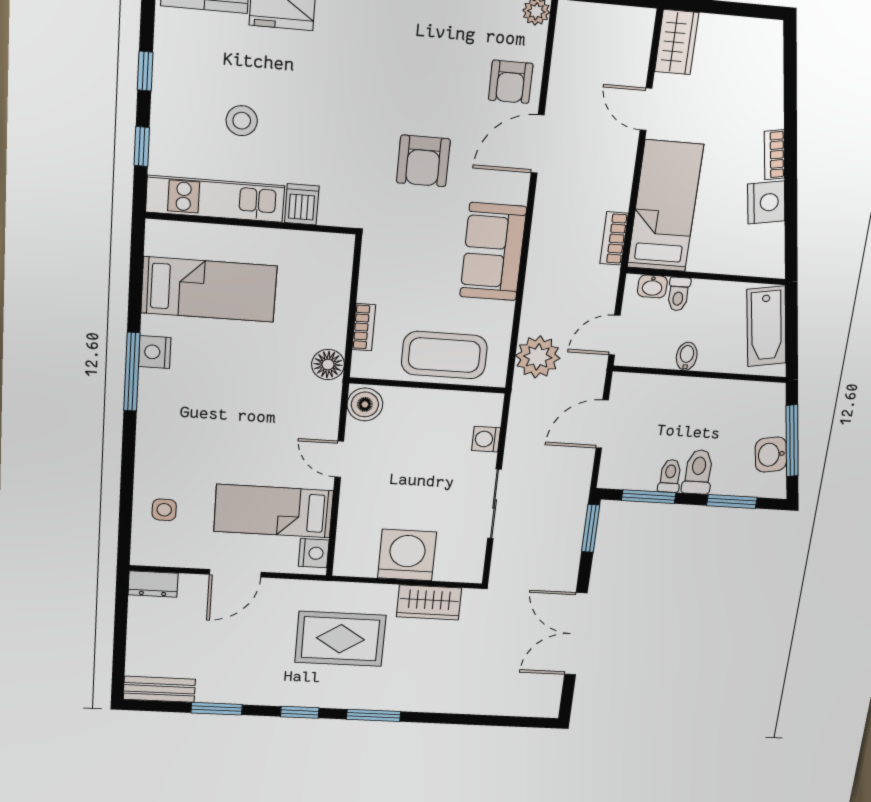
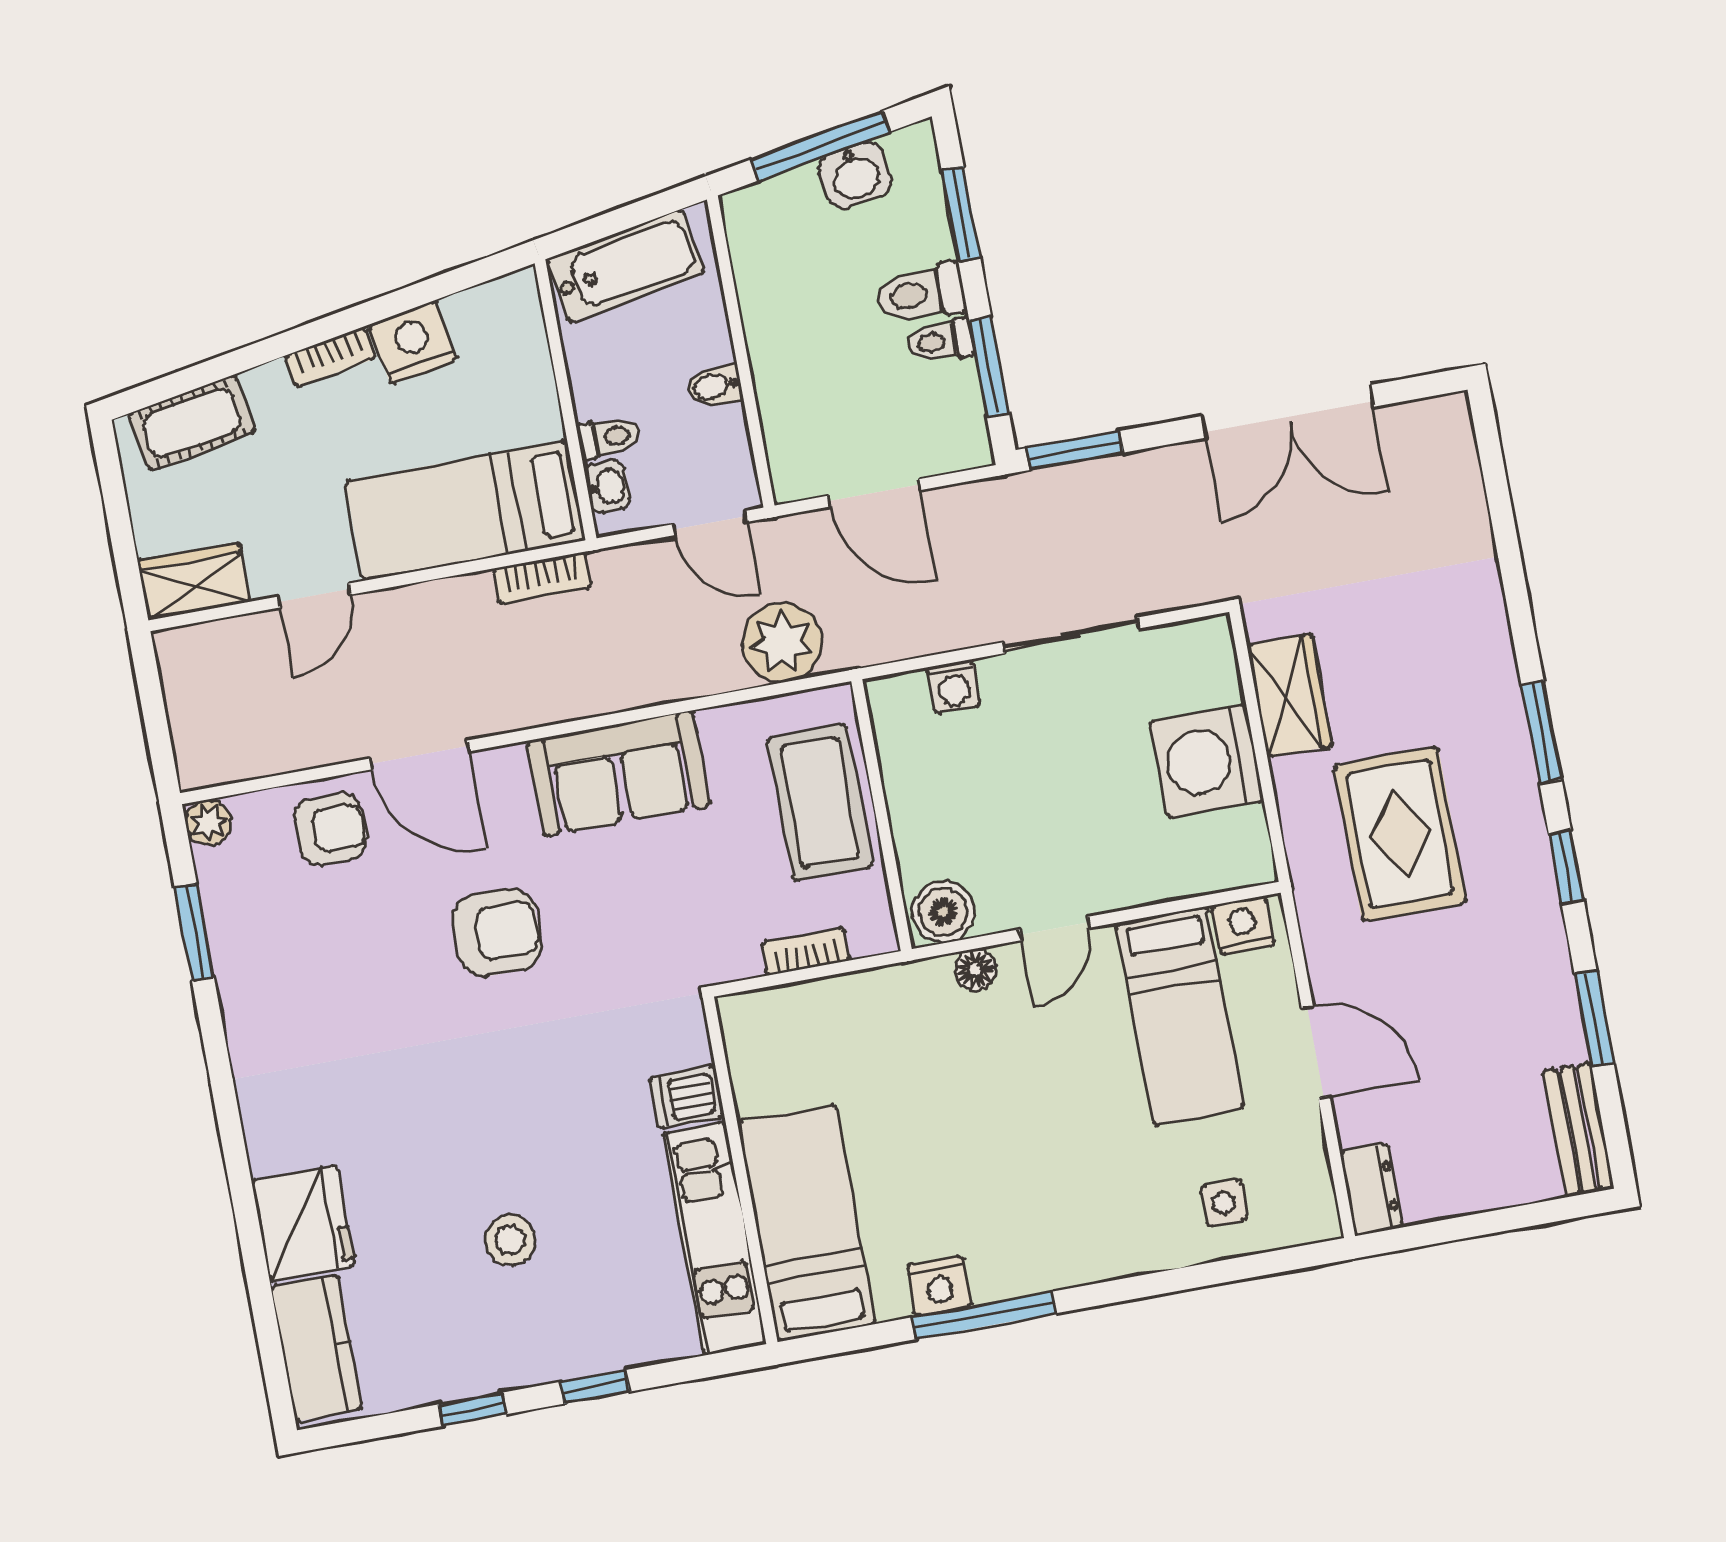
cot: (766, 66) -> (192, 423), added
kitchen unit: (215, 199) -> (715, 1239), moved
dishwasher: (302, 204) -> (687, 1097), moved
wall: (251, 223) -> (740, 1170), moved
floor lamp: (328, 365) -> (975, 969), moved, width x0.73, depth x0.73

